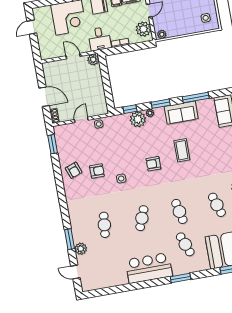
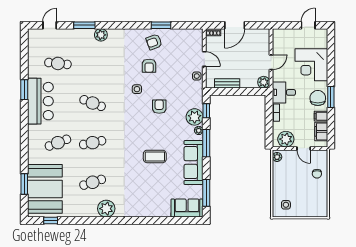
door: (32, 27) -> (308, 25), hinge flipped
bench: (101, 94) -> (227, 83), added
window: (196, 97) -> (206, 193), moved
window: (161, 104) -> (206, 143), width x1.44
sofa: (181, 113) -> (193, 163), width x1.36
window: (53, 144) -> (161, 25), moved
armchair: (153, 164) -> (159, 107), moved
cafe table: (104, 225) -> (58, 63), moved
plant: (81, 249) -> (101, 35), moved
window: (181, 278) -> (24, 90), moved

